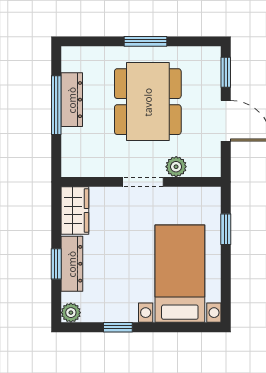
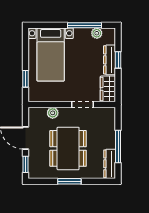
dresser: (72, 100) -> (110, 164), moved
doorway: (143, 182) -> (83, 105), moved
plant: (71, 313) -> (97, 33), moved
window: (118, 327) -> (84, 25), width x2.17

